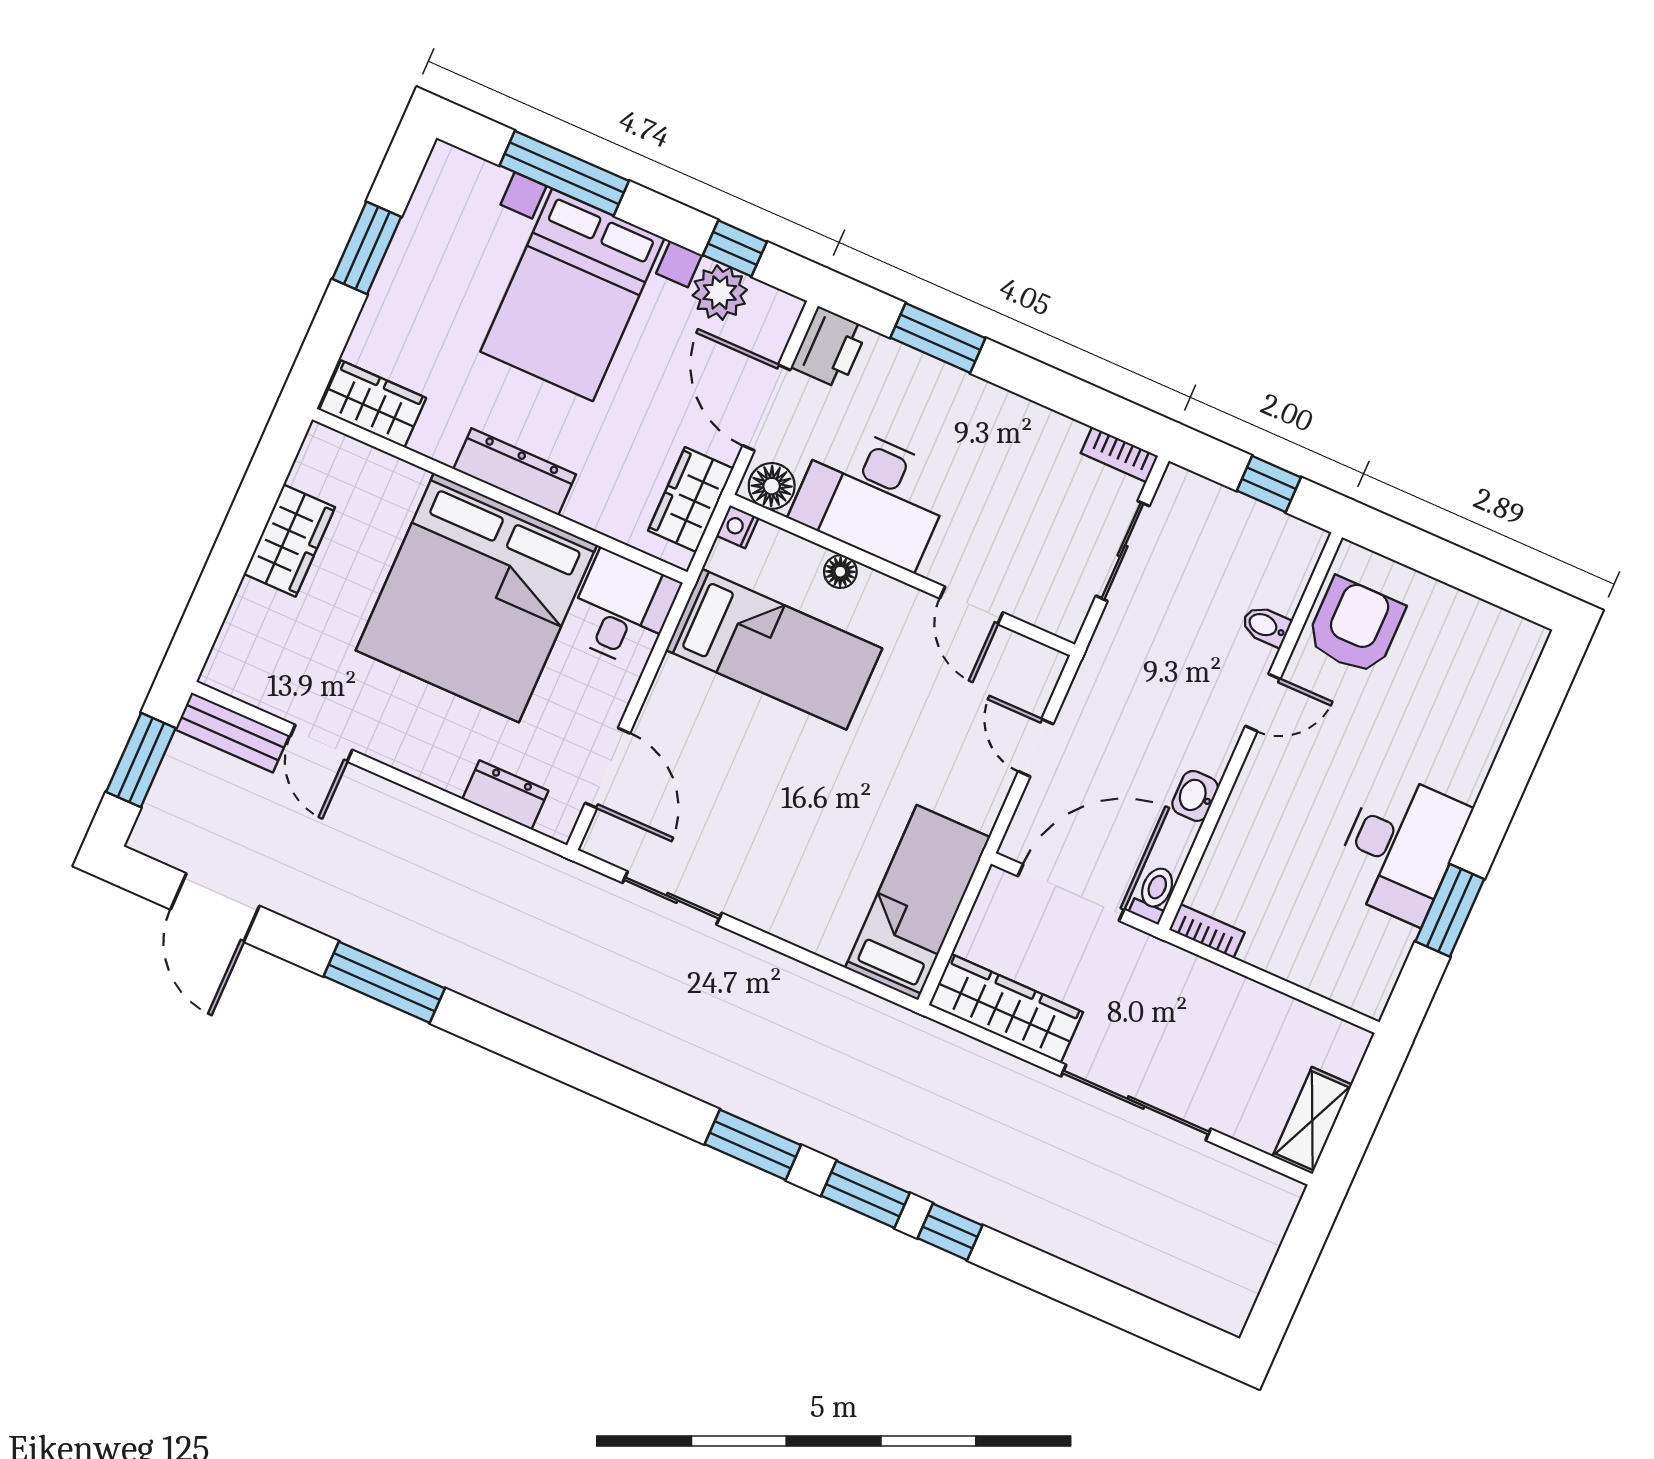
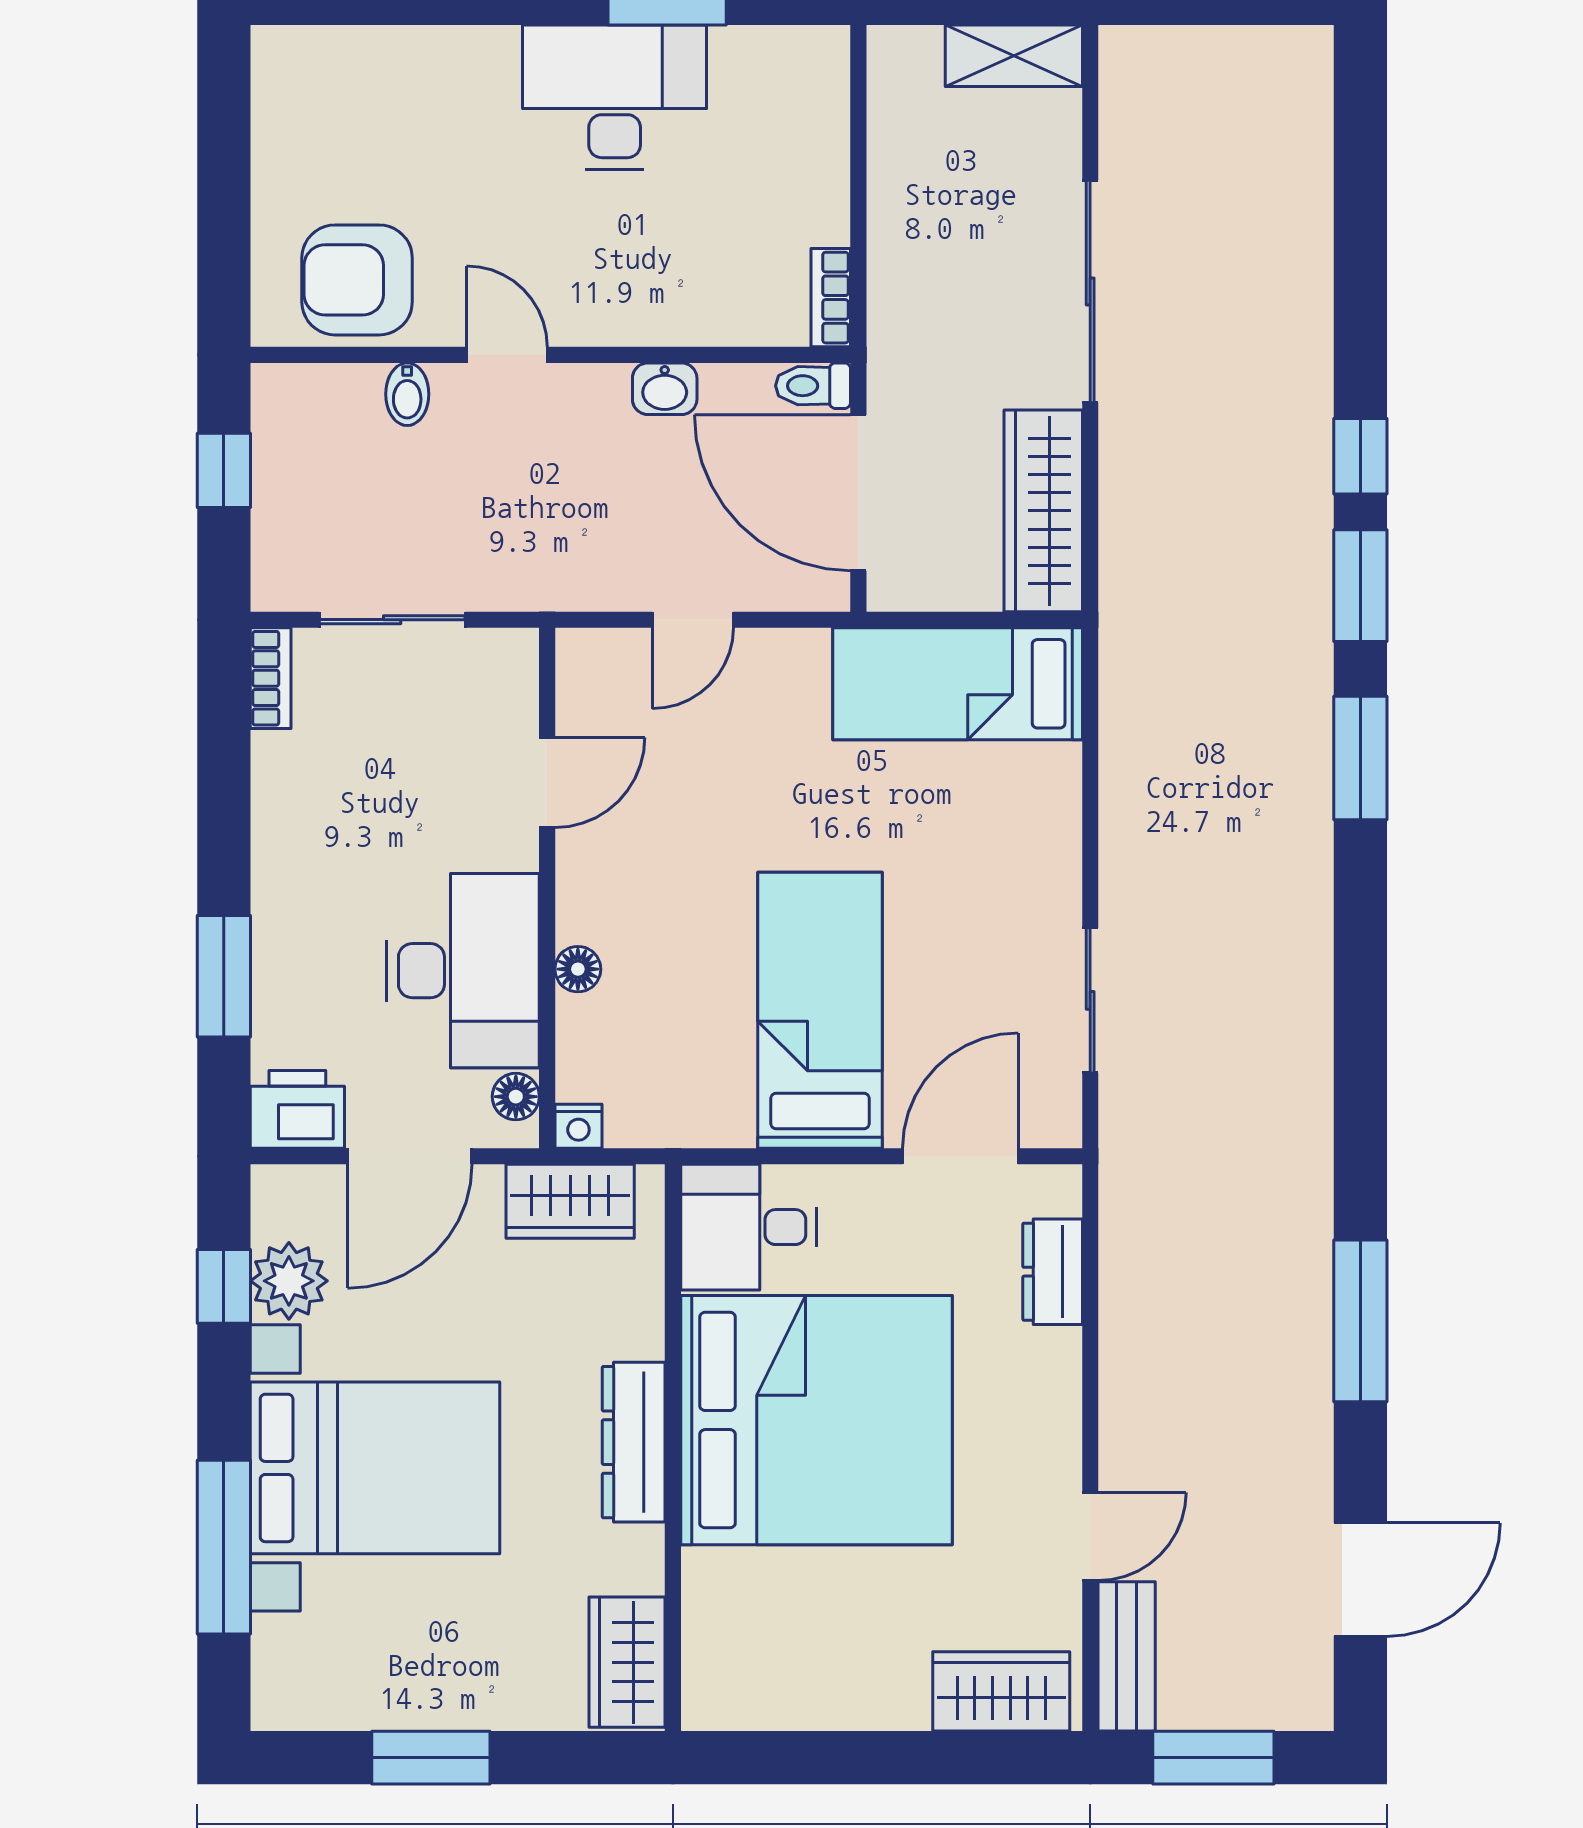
floor lamp: (772, 486) -> (516, 1097), width x0.73, depth x0.73
wardrobe: (289, 541) -> (1001, 1691), moved
bed: (774, 649) -> (820, 1010), moved

